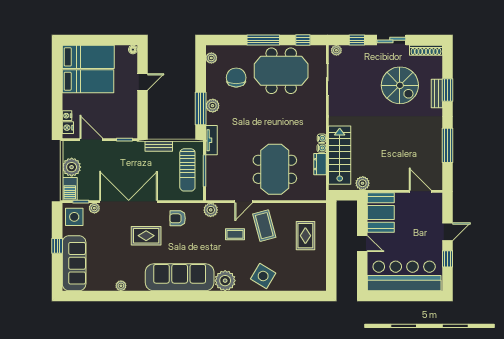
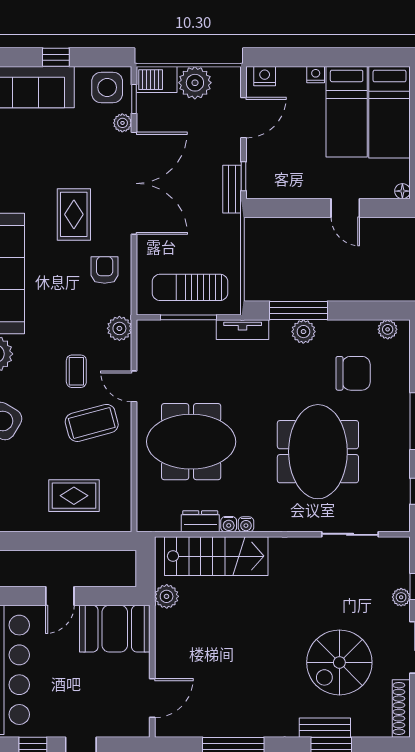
plant: (336, 50) -> (401, 597), moved
meeting table: (281, 71) -> (318, 452), moved
nightstand: (67, 116) -> (316, 75), moved
bench: (159, 146) -> (232, 189), moved

